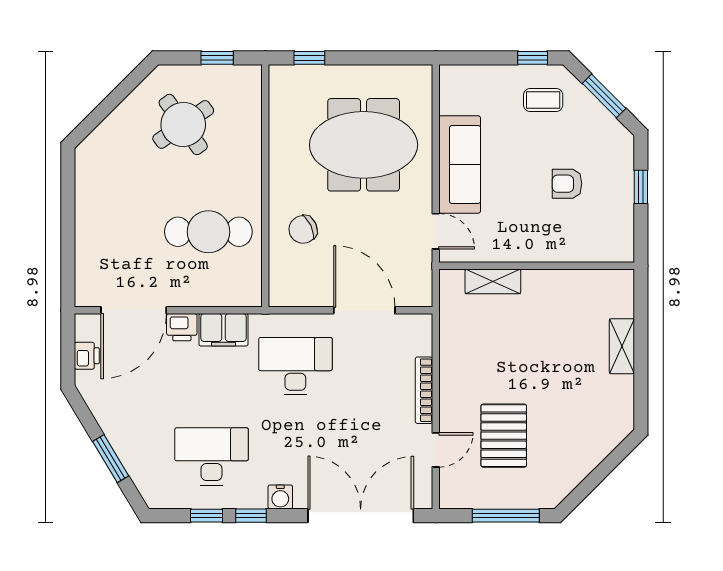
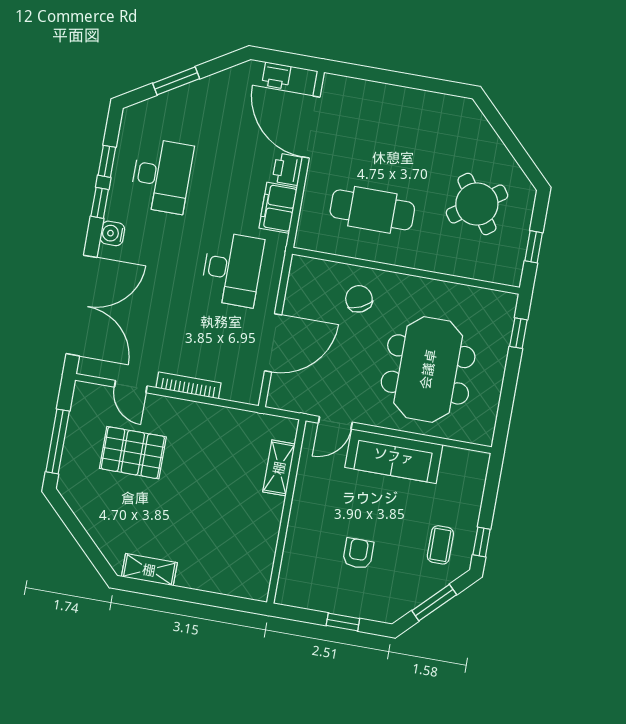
cafe table: (208, 232) -> (372, 210), turned 90
shelving: (622, 346) -> (149, 570), moved

